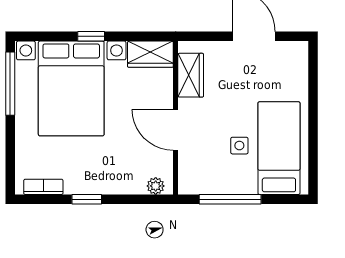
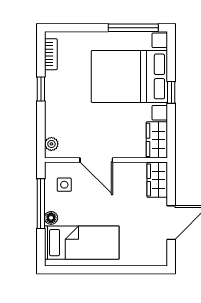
wardrobe: (191, 75) -> (157, 180), moved, turned 90
door: (176, 130) -> (96, 160), swing flipped
side table: (239, 146) -> (64, 185), moved
floor lamp: (248, 187) -> (51, 218), added

